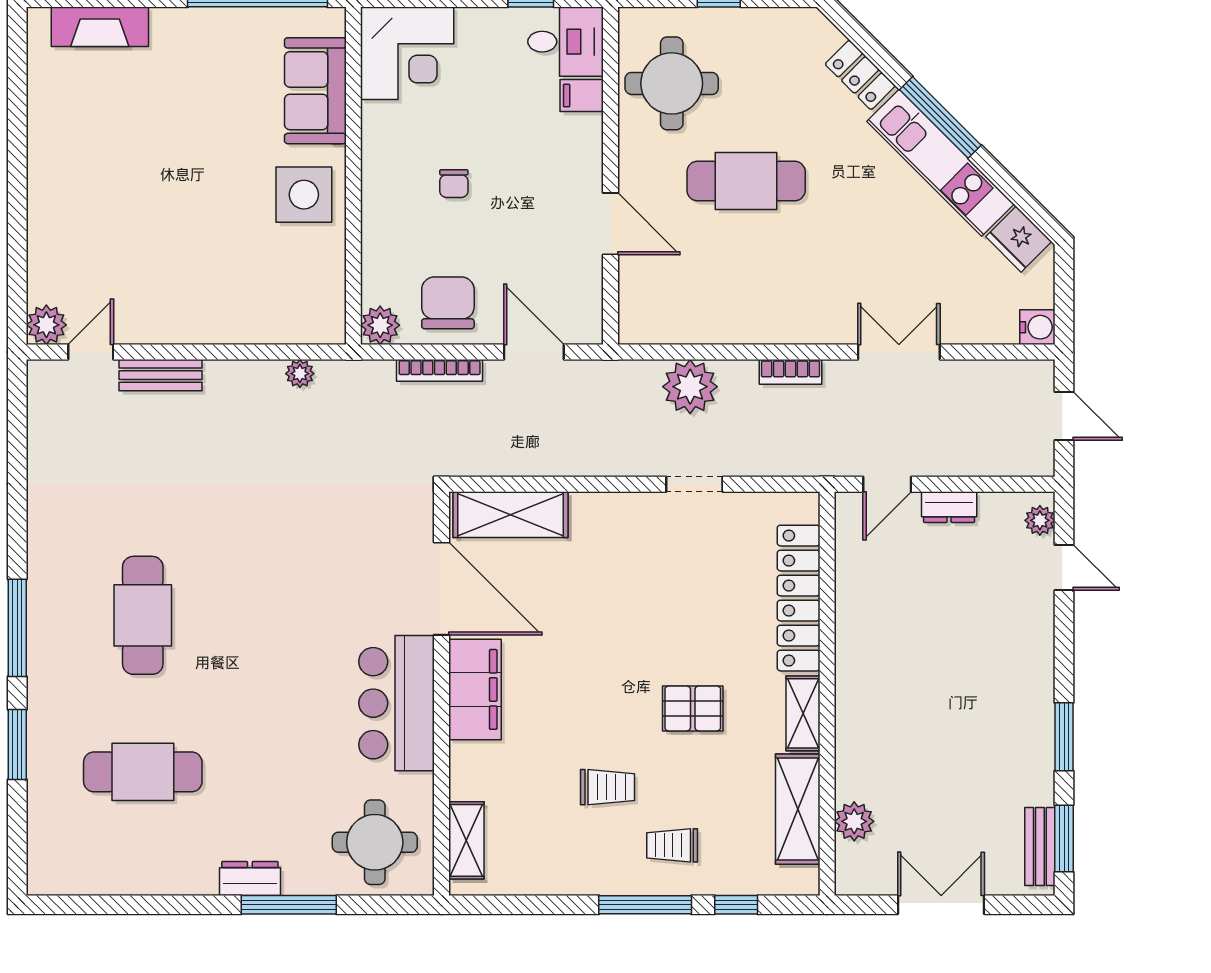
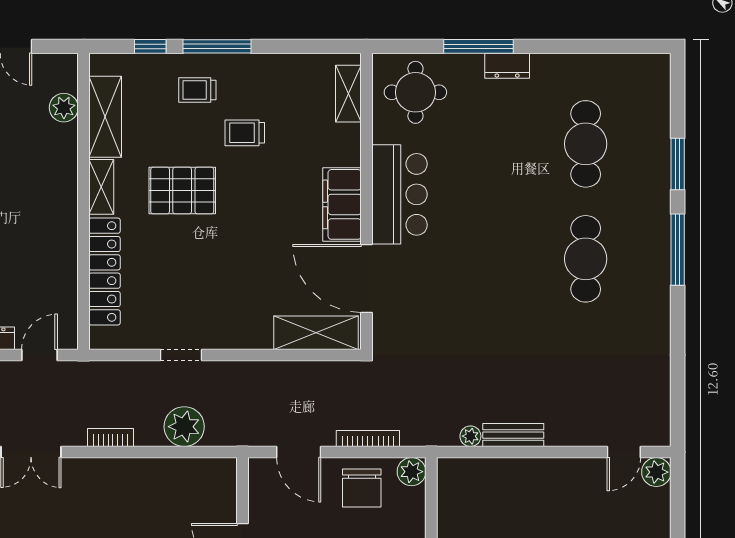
bench: (160, 375) -> (513, 435), moved
pallet: (693, 708) -> (182, 191), width x1.50, depth x1.42
cafe table: (143, 772) -> (586, 144), turned 90
trolley: (672, 845) -> (197, 90), turned 180

